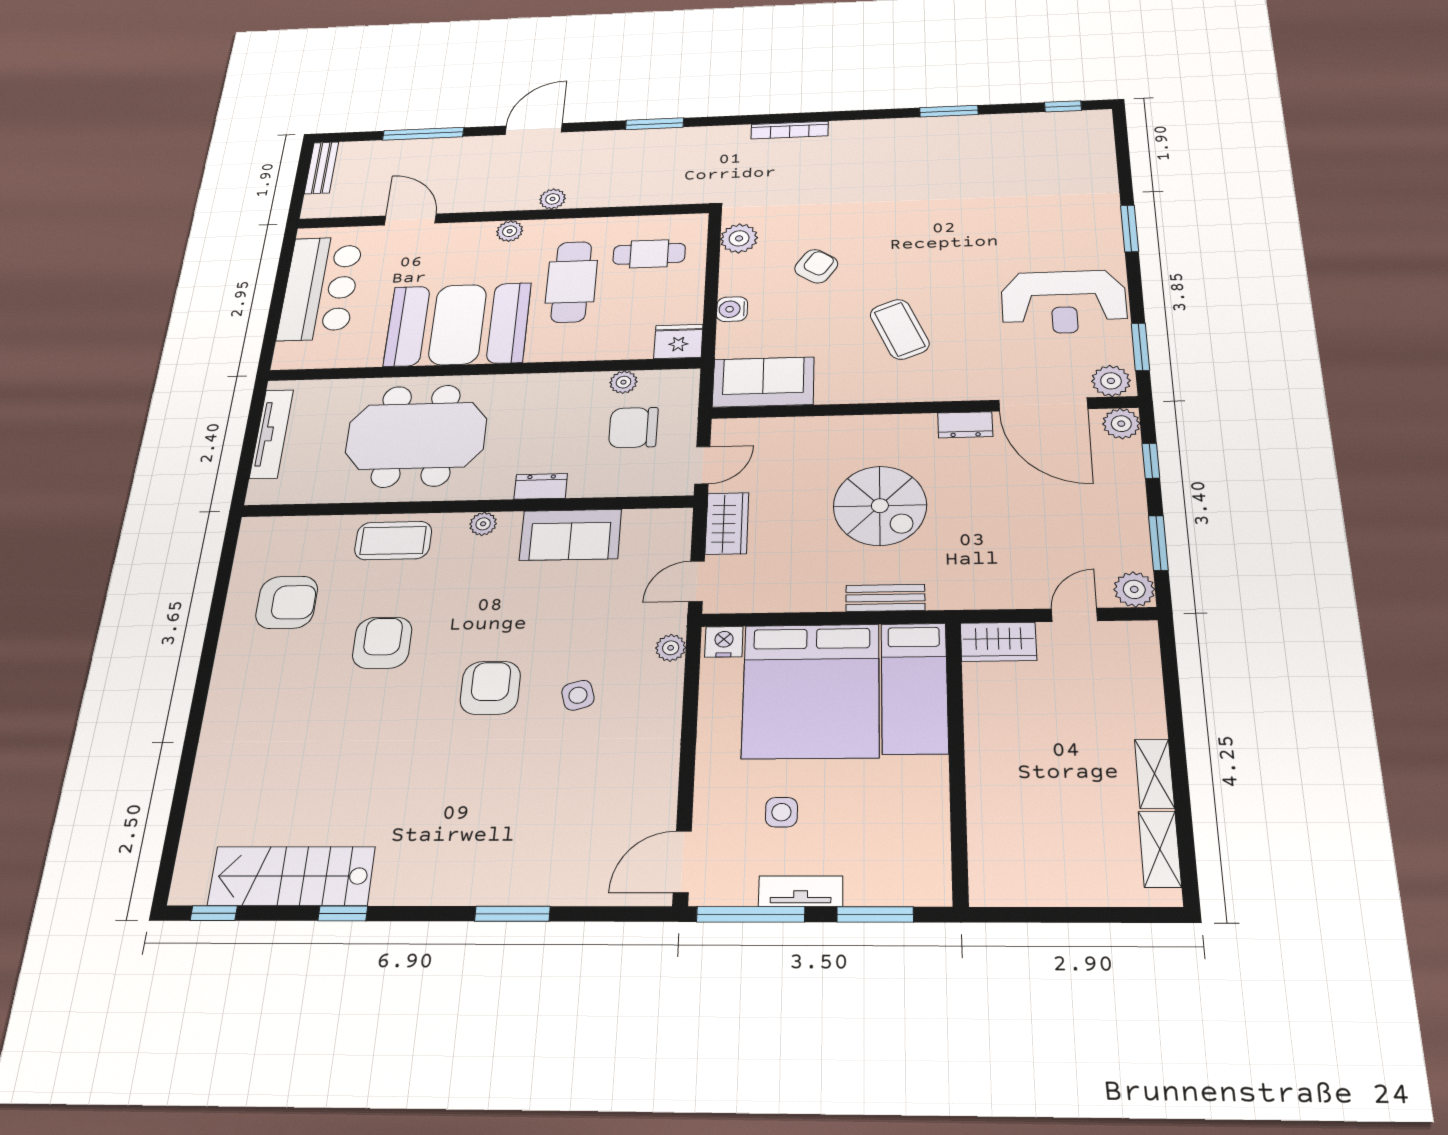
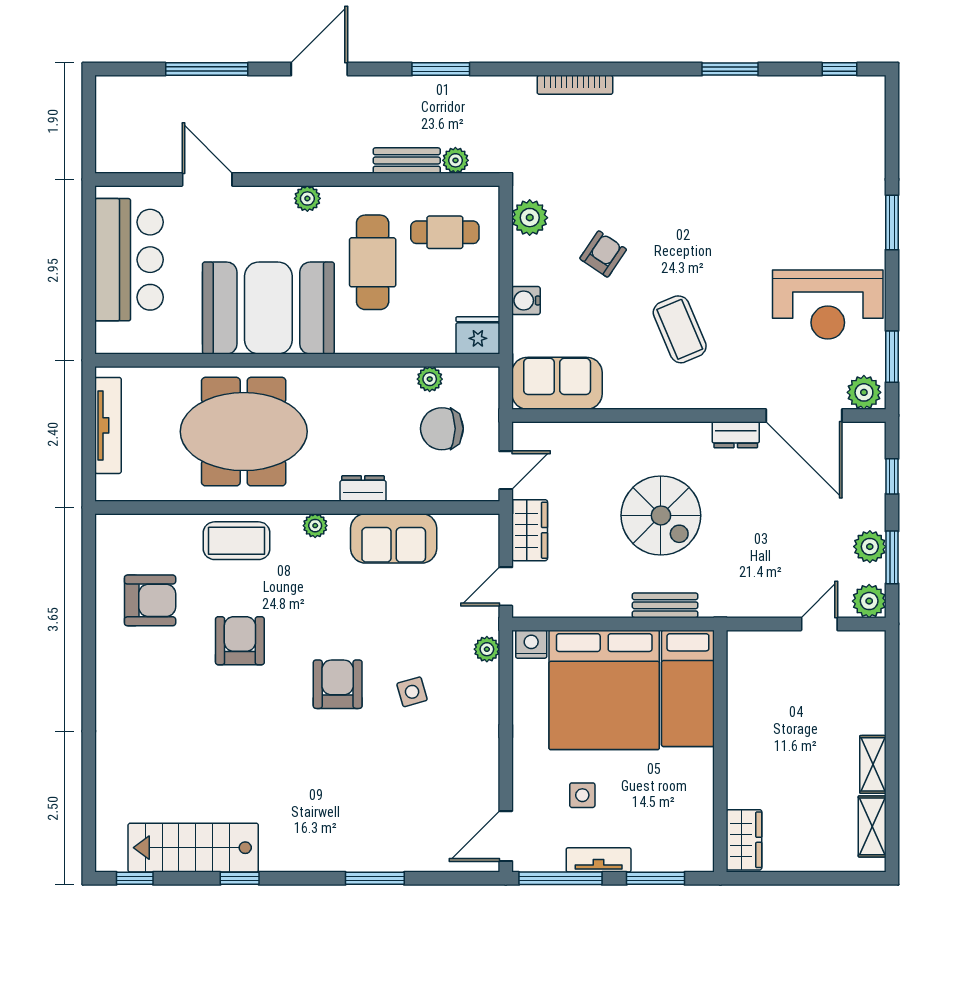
bench: (322, 168) -> (407, 161), moved, turned 90
plant: (553, 199) -> (455, 160), moved
plant: (1121, 424) -> (870, 547), moved
wardrobe: (998, 642) -> (744, 840), moved, turned -90

